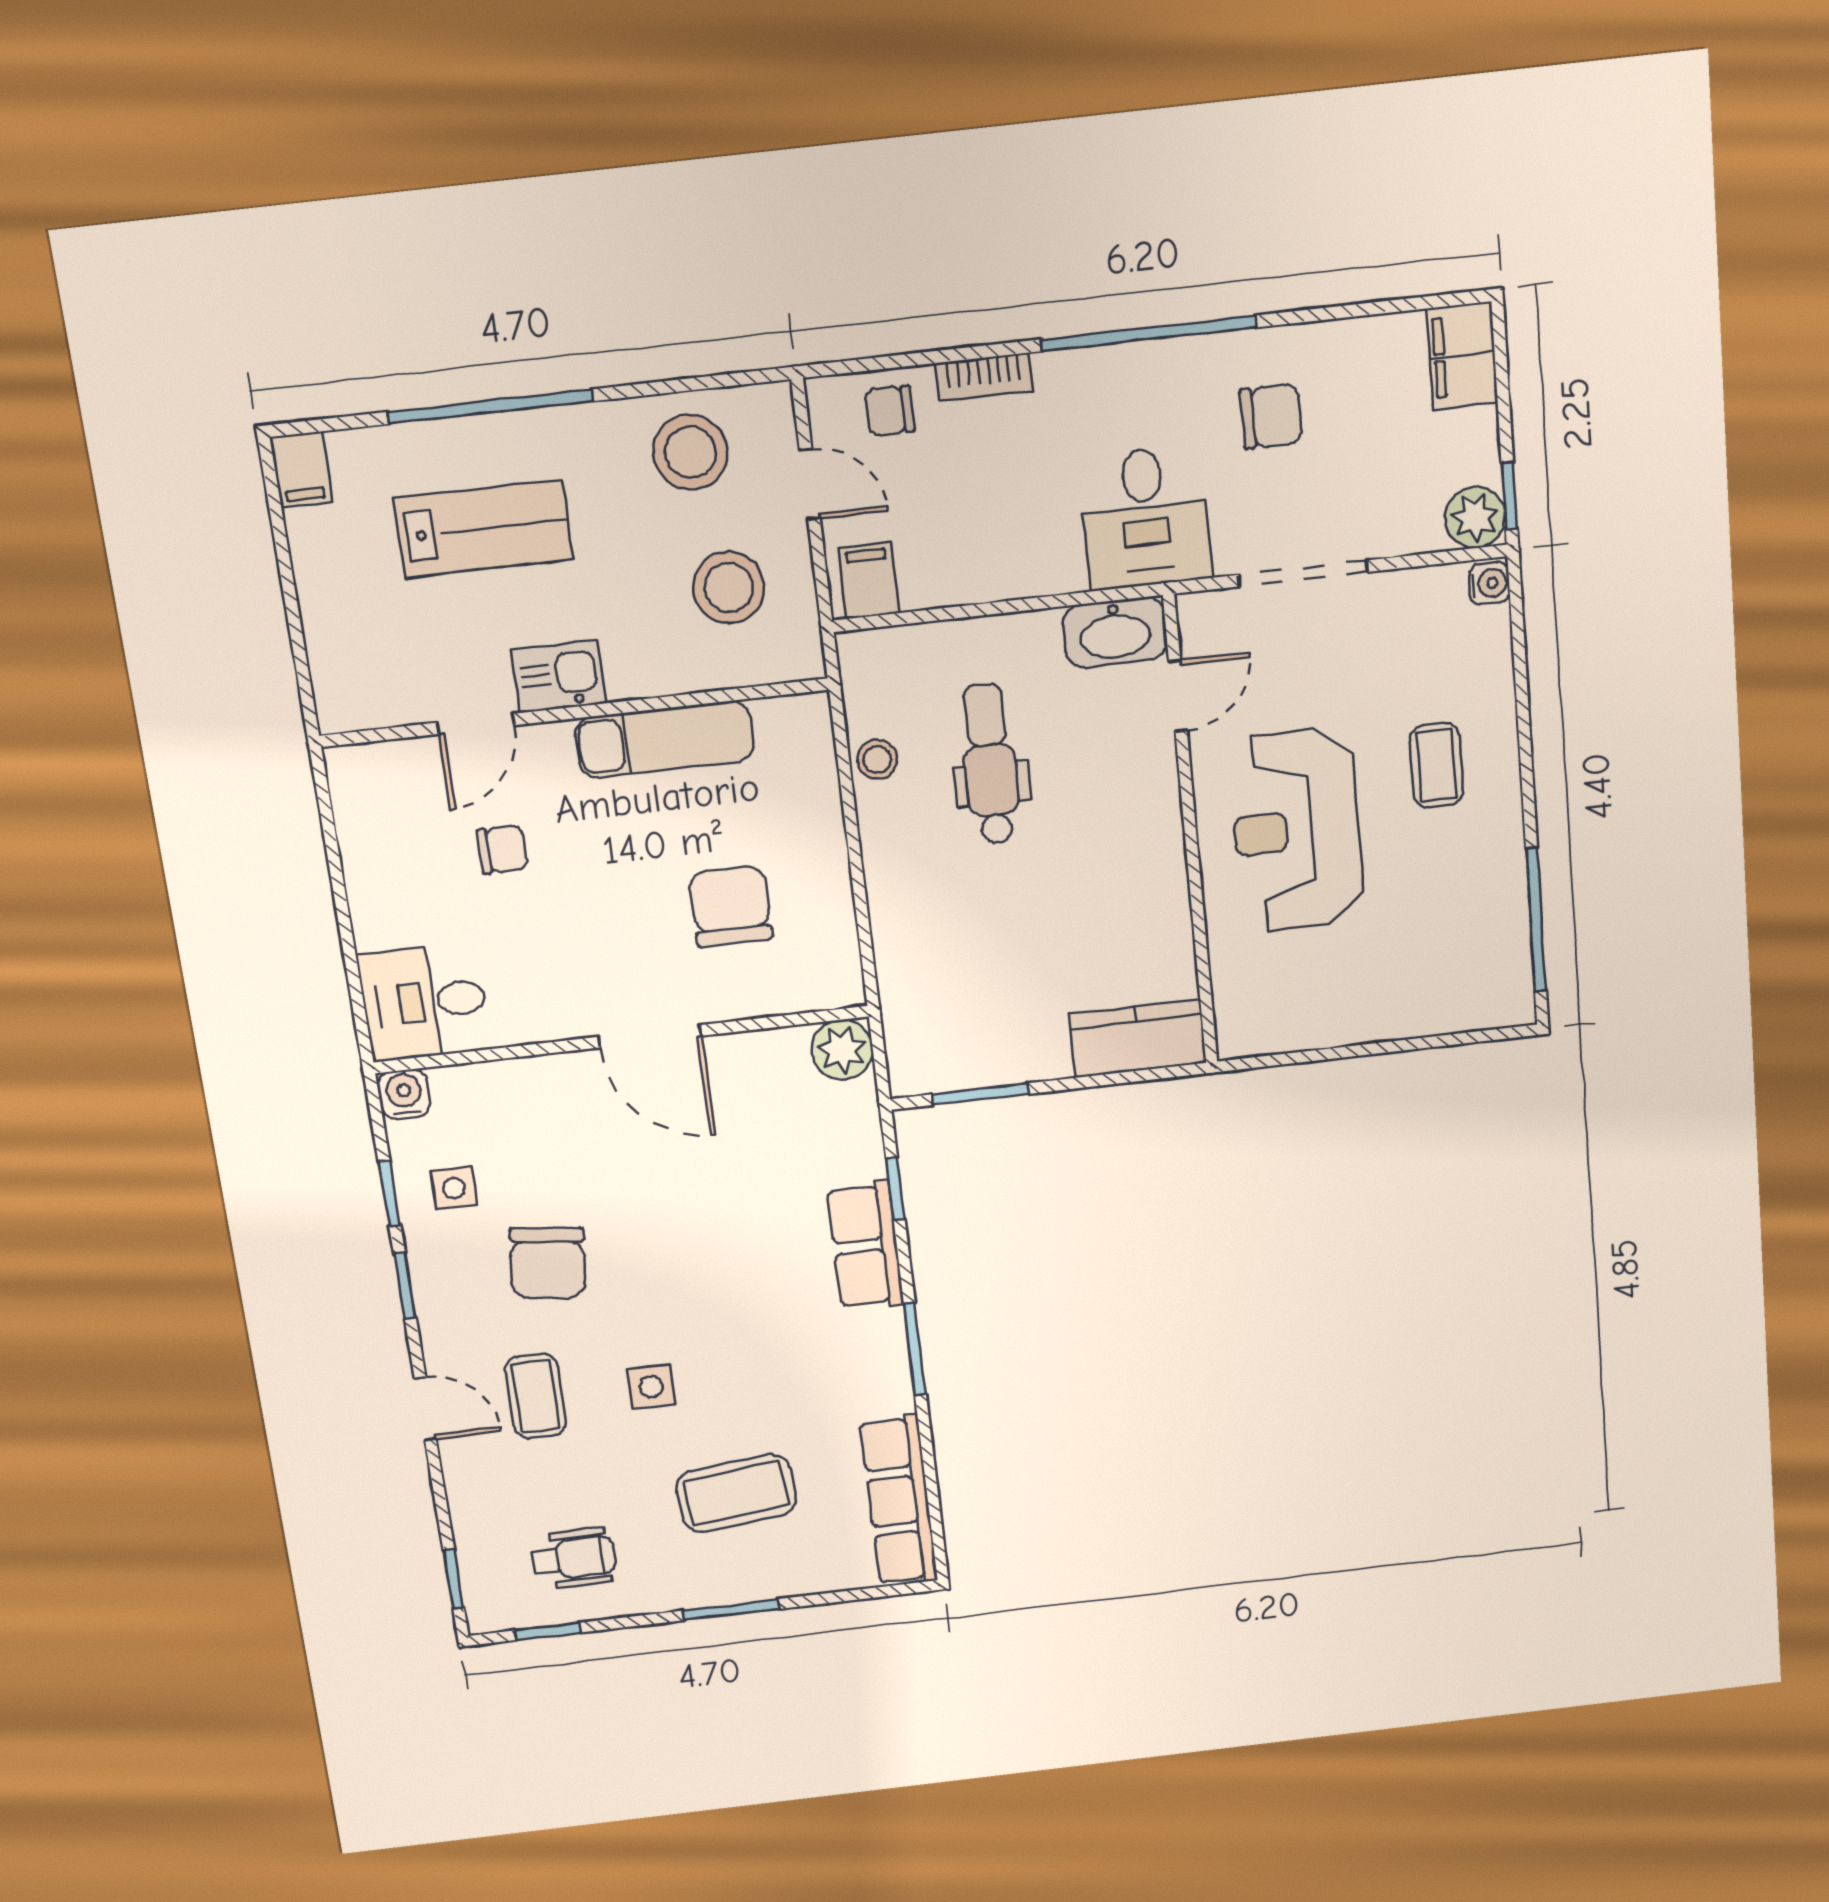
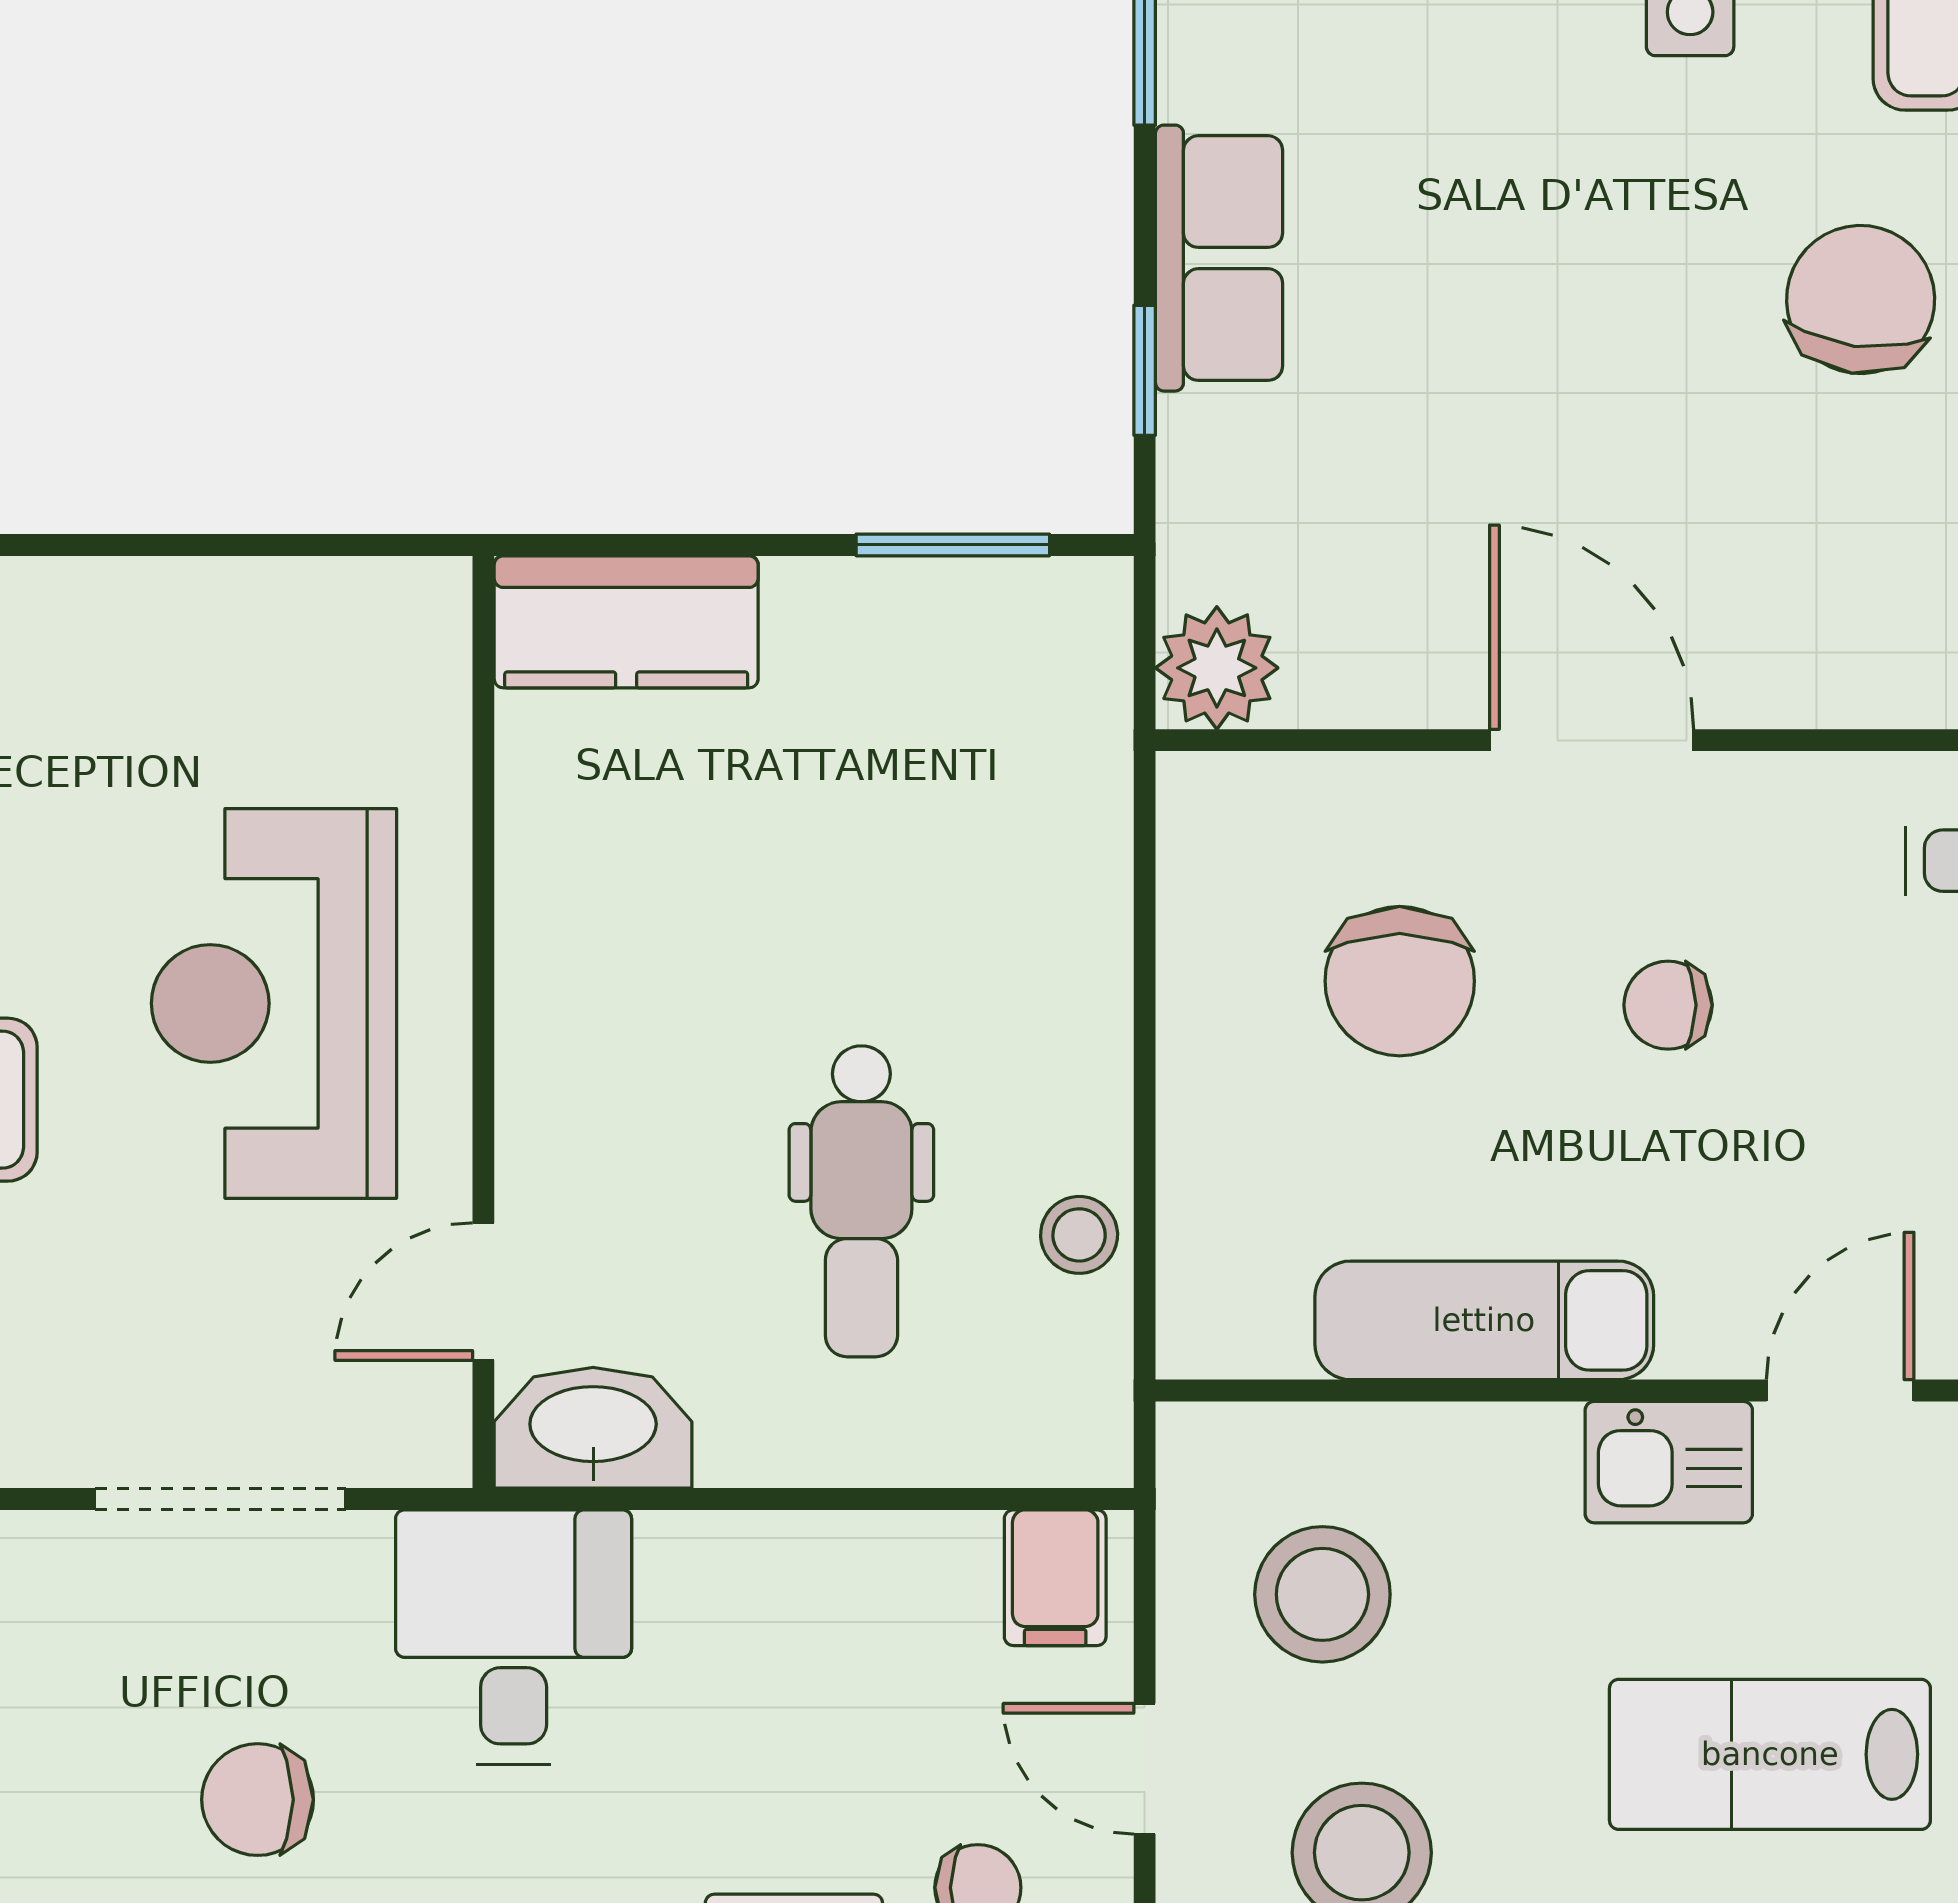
reception desk: (1297, 830) -> (274, 1003), turned 180
chair: (502, 849) -> (1668, 1005), moved

